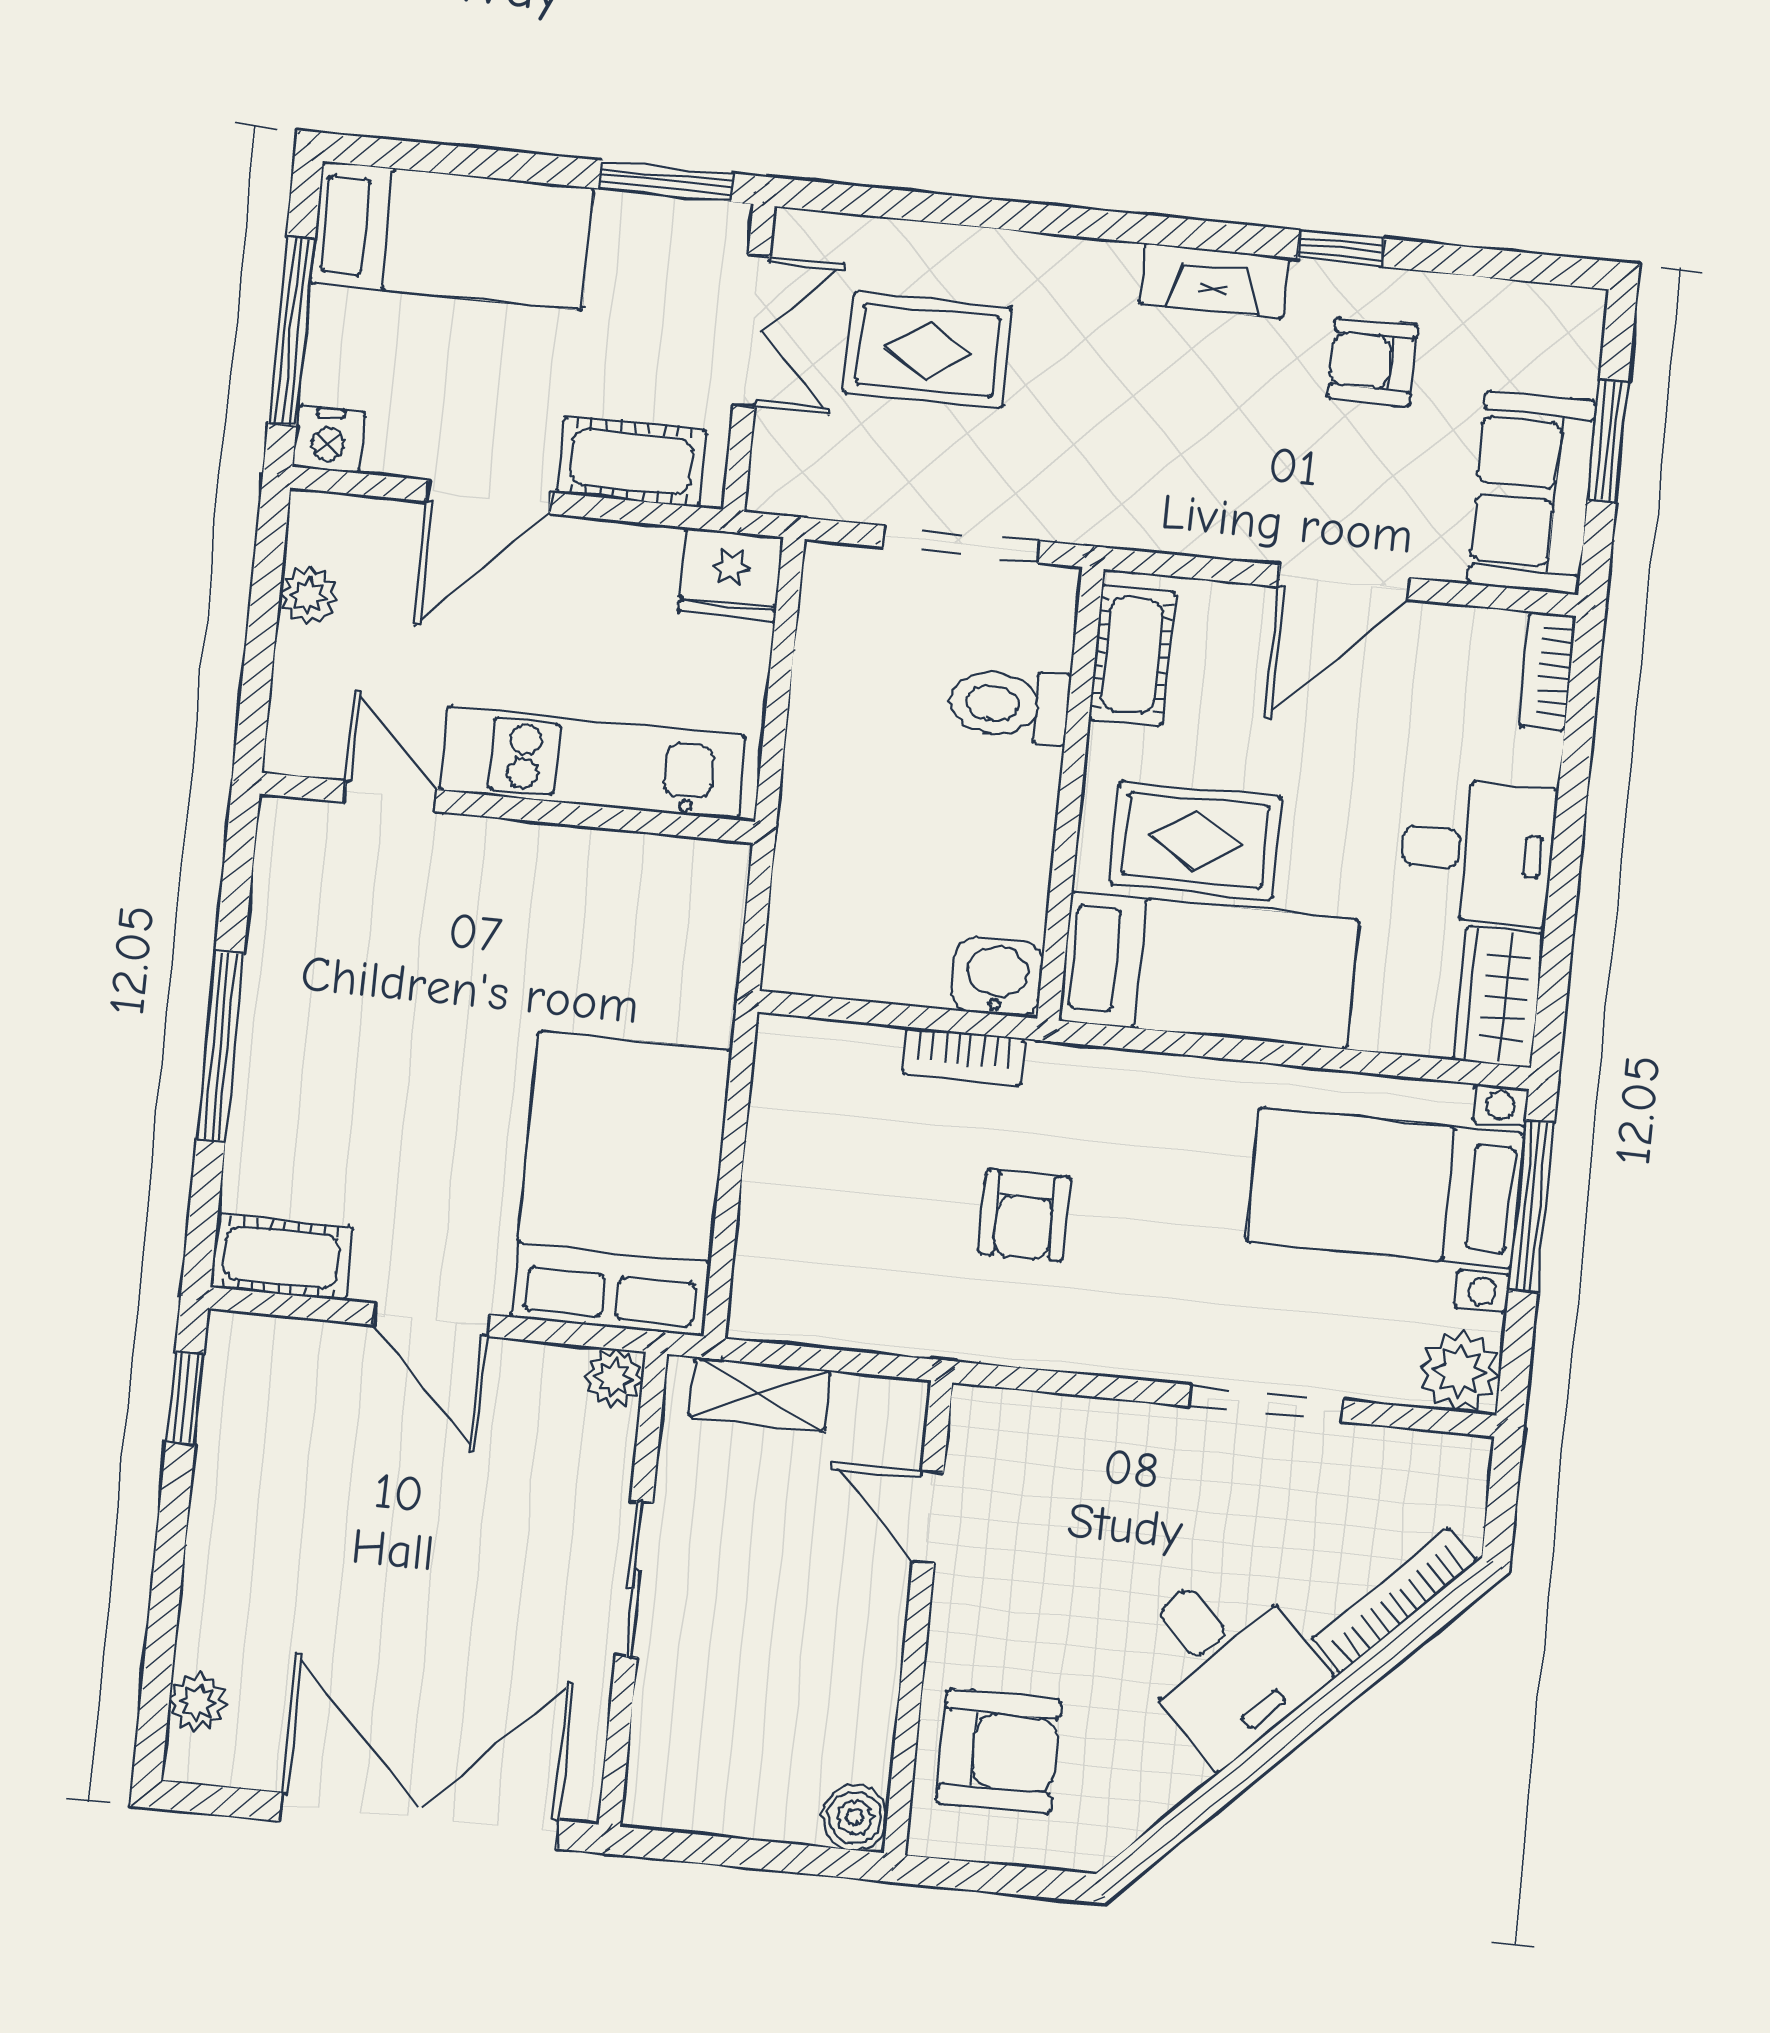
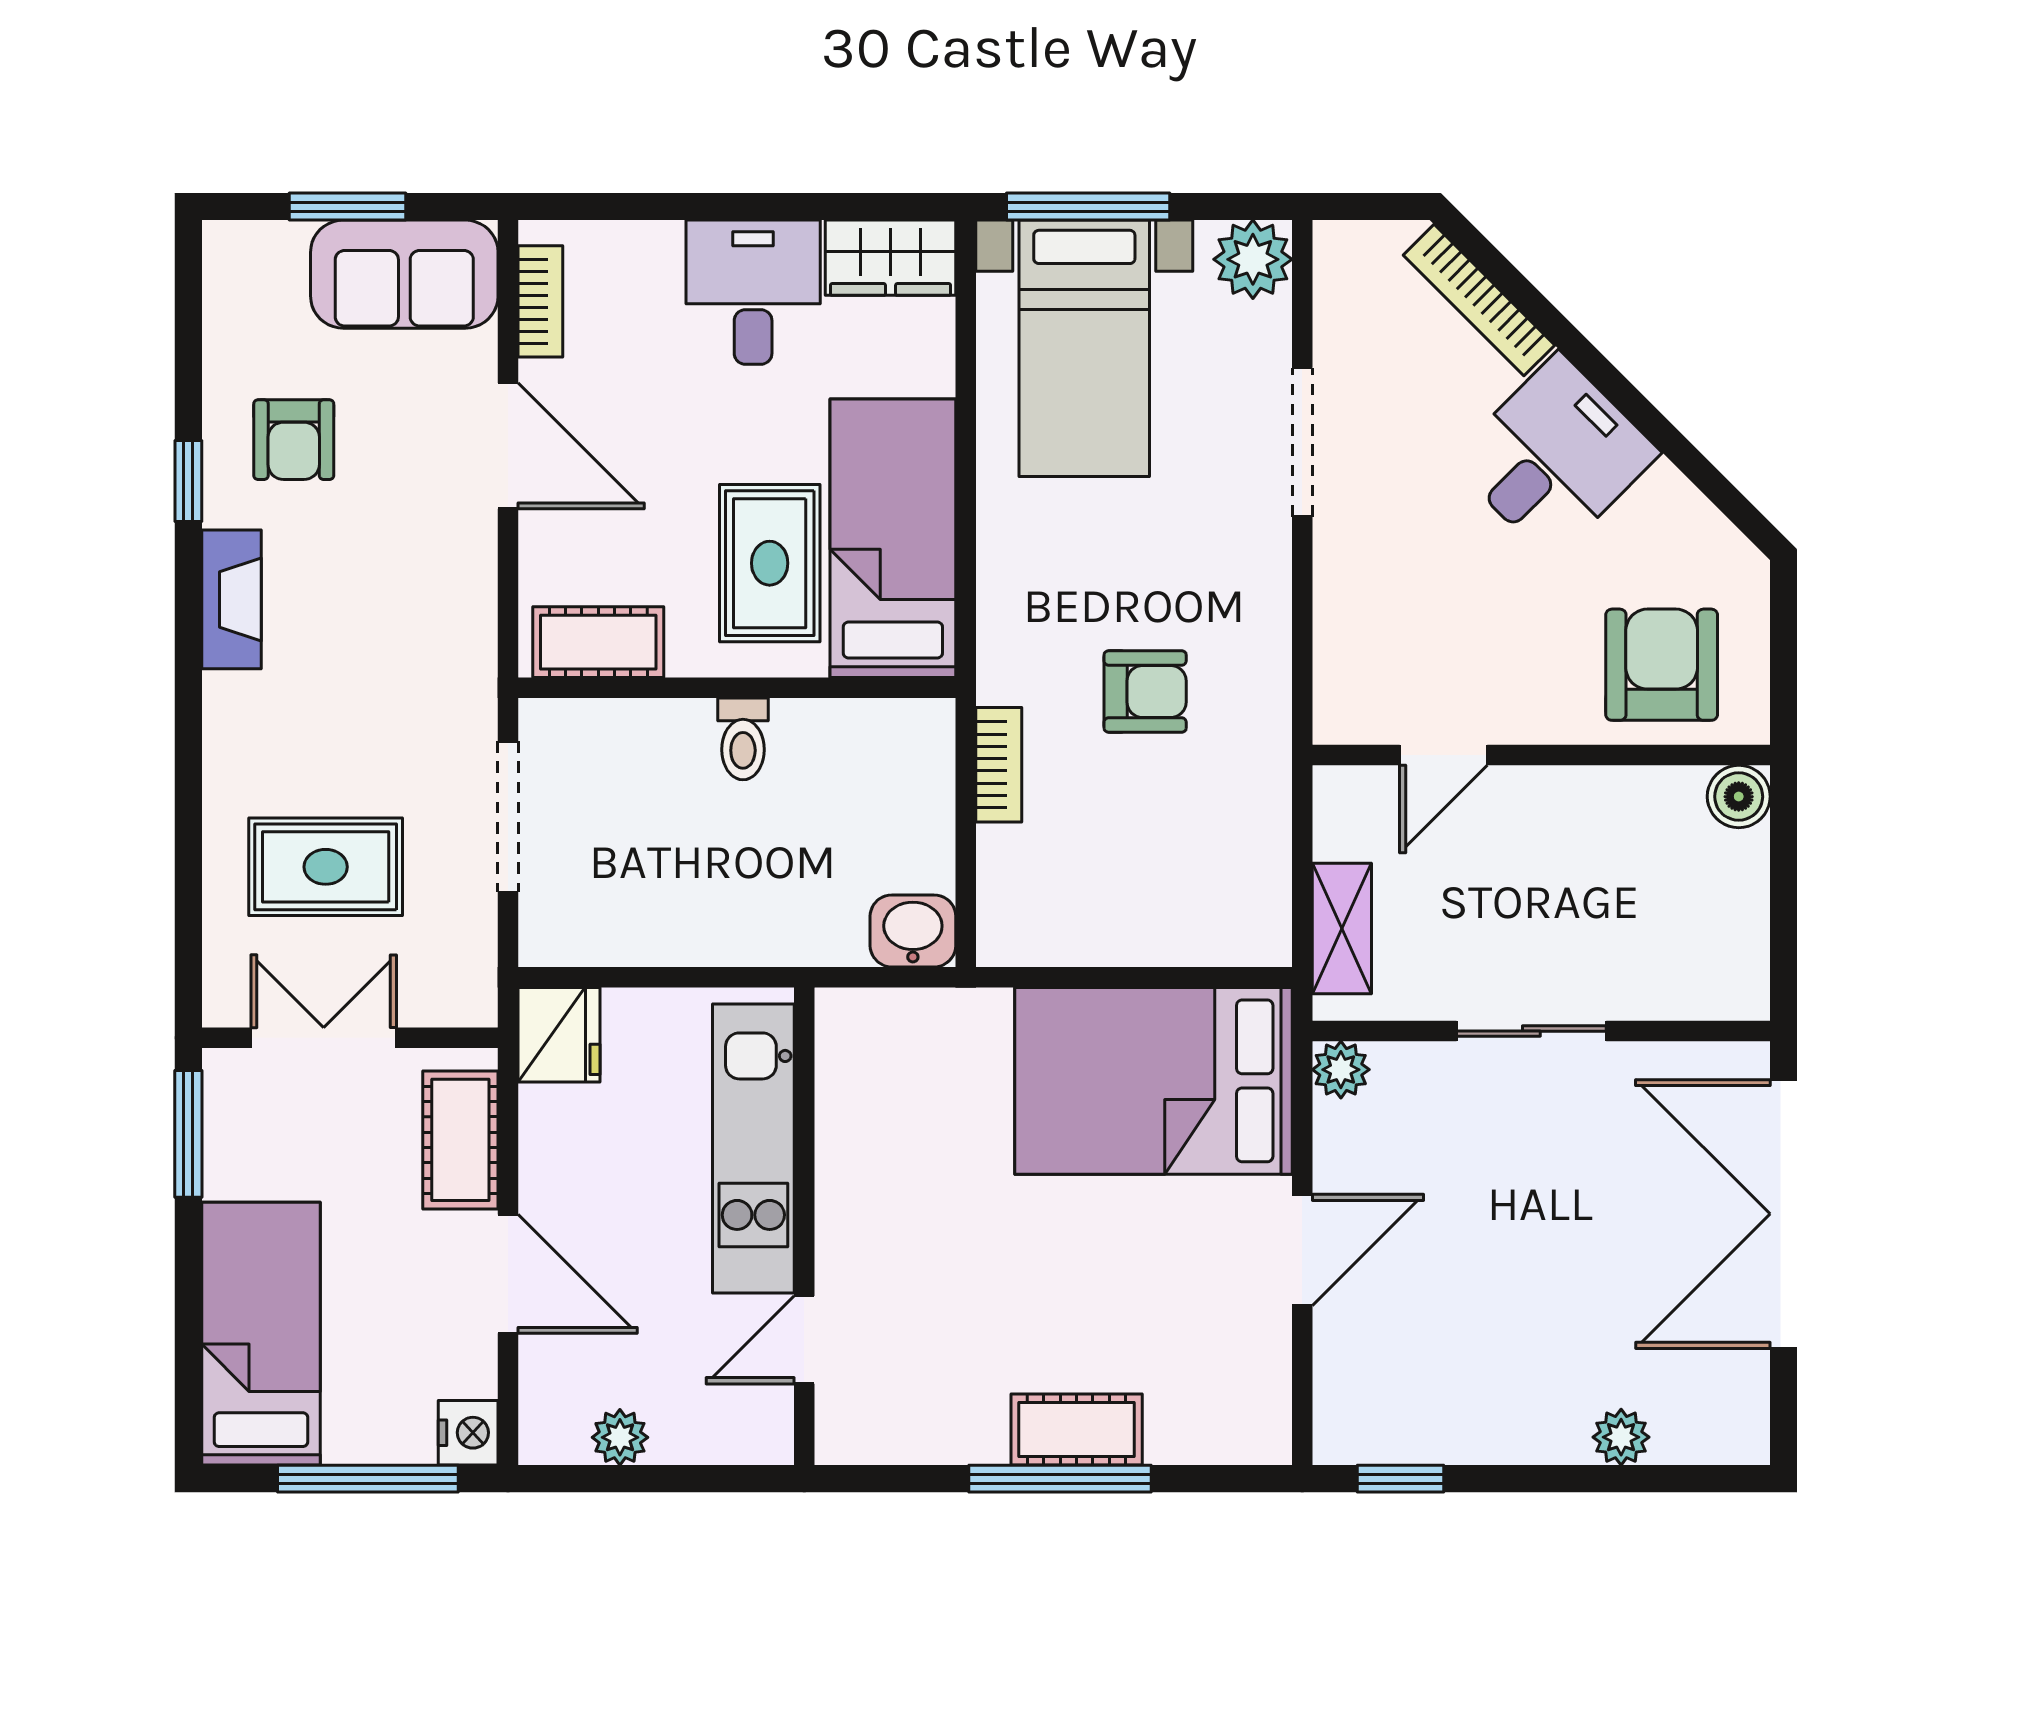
rug: (928, 350) -> (326, 867), turned 90
bookcase: (1548, 671) -> (540, 301), moved, turned -90
toilet: (1009, 705) -> (743, 739), moved, width x0.73, depth x0.72
washbasin: (997, 977) -> (913, 931), moved, turned 90
cot: (281, 1257) -> (1077, 1430), moved, turned 90
plant: (198, 1702) -> (1621, 1437), moved

